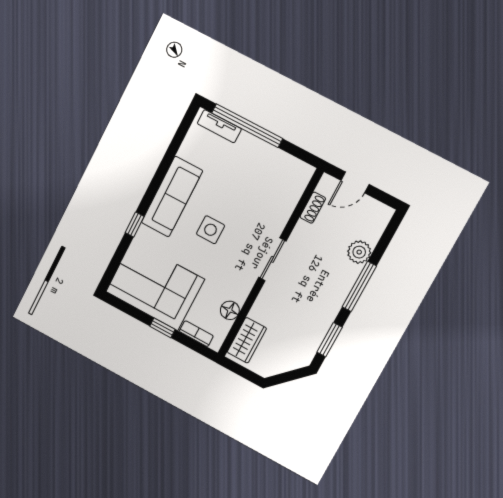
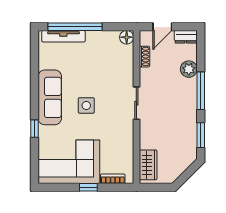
tv unit: (219, 126) -> (63, 36), width x1.41
dresser: (377, 210) -> (186, 37), added
floor lamp: (230, 310) -> (127, 37), moved

